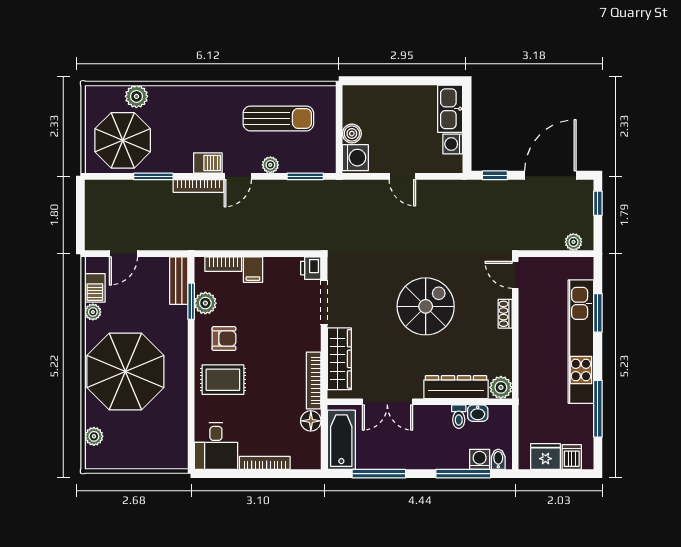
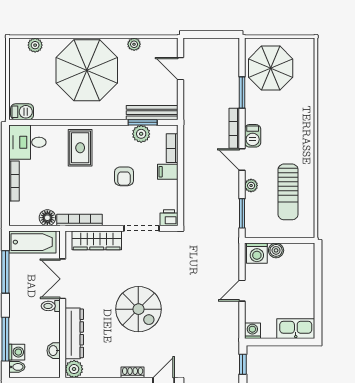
plant: (136, 96) -> (306, 79), removed
washing machine: (453, 144) -> (252, 331), moved
bench: (179, 281) -> (152, 113), width x1.36
barbecue: (95, 288) -> (22, 112), moved, turned 180
armchair: (224, 339) -> (124, 176), moved
toilet: (459, 417) -> (51, 306), moved

